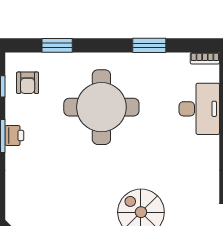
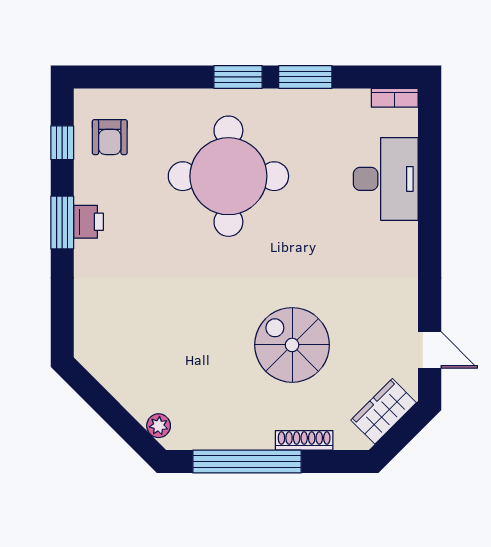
window: (57, 45) -> (238, 77), moved

